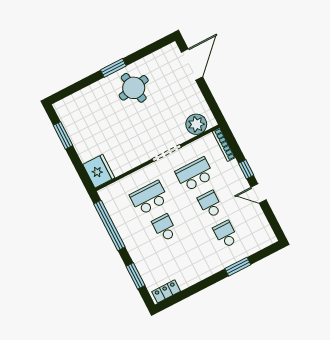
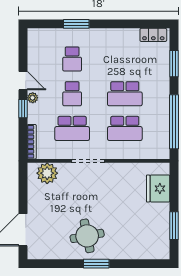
fridge: (99, 171) -> (158, 189), moved
plant: (243, 183) -> (33, 98), added
school desk: (165, 228) -> (125, 94), width x1.85

